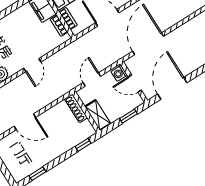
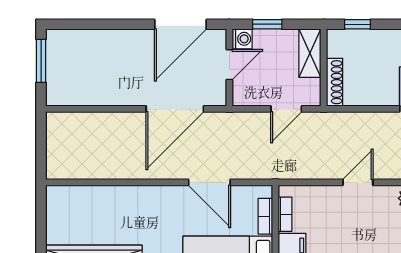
washing machine: (119, 73) -> (242, 39), moved
door: (135, 84) -> (229, 65), hinge flipped

